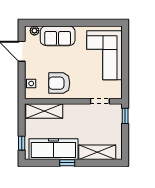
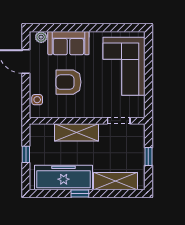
armchair: (59, 83) -> (68, 82), moved
shelving: (44, 111) -> (76, 132), moved
window: (125, 116) -> (148, 156), moved
window: (22, 143) -> (26, 154), moved

